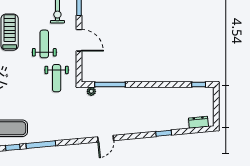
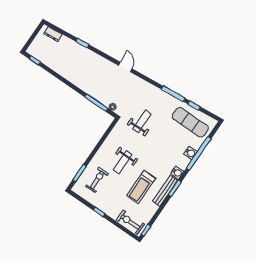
door: (79, 40) -> (97, 148), removed
weight bench: (57, 78) -> (142, 121), moved
door: (106, 139) -> (125, 67), hinge flipped

